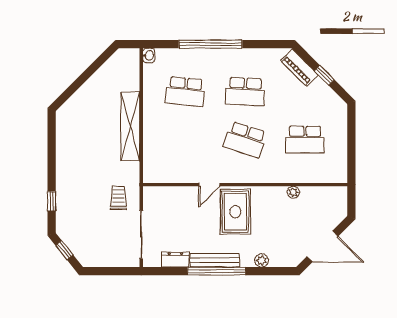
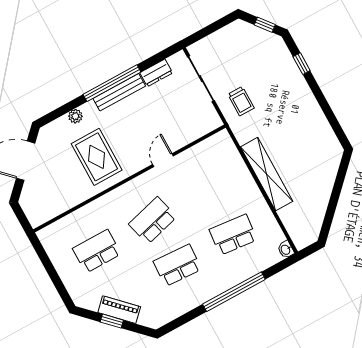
piano: (299, 68) -> (119, 310), moved
school desk: (245, 140) -> (153, 220), turned -33
plant: (293, 192) -> (81, 196), removed
rug: (235, 212) -> (97, 157), moved

